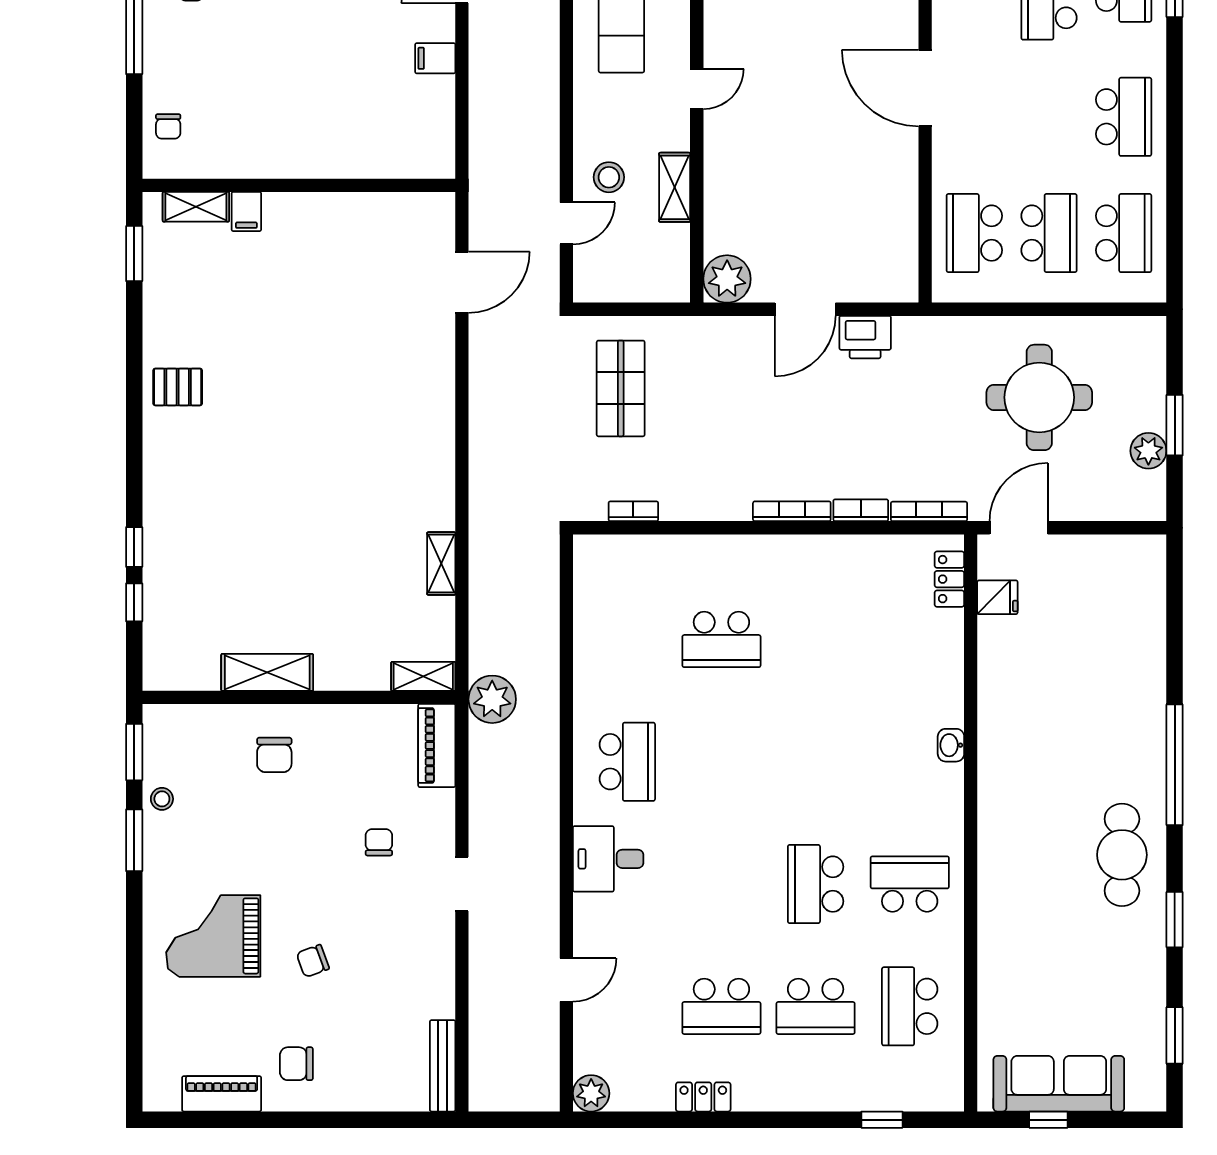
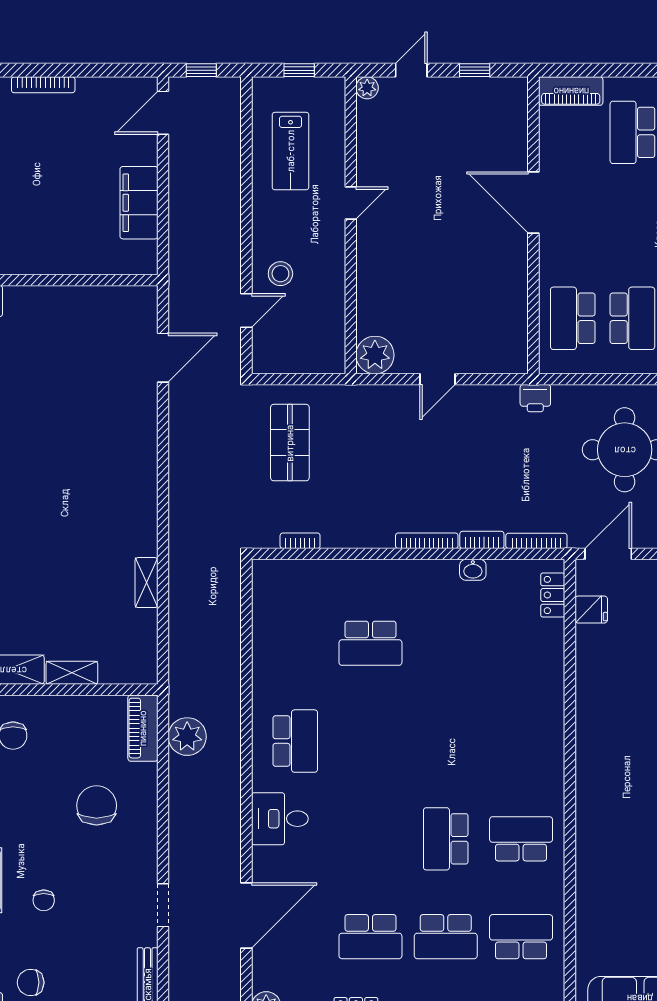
filing cabinet: (435, 58) -> (139, 203), width x3.00, depth x1.17
shelving: (675, 187) -> (333, 282), removed
door: (805, 309) -> (438, 379), width x0.73
printer: (865, 337) -> (535, 398), moved, width x0.73, depth x0.81
shelving: (423, 676) -> (72, 673), moved
plant: (492, 699) -> (187, 737), moved
washbasin: (951, 745) -> (473, 570), moved, turned -90
chair: (379, 842) -> (97, 805), width x1.87, depth x1.87
doorway: (462, 884) -> (163, 905), moved
chair: (313, 961) -> (44, 900), turned -70
door: (566, 980) -> (246, 916), width x1.87
school desk: (910, 1006) -> (521, 937), turned 90

